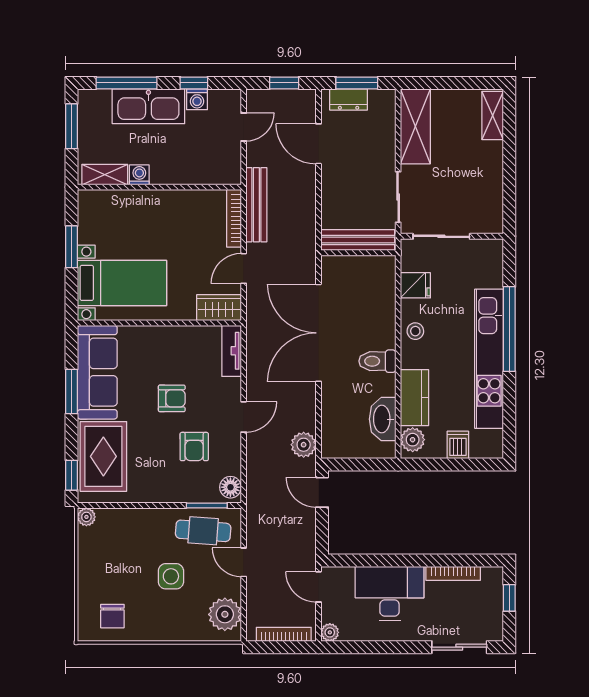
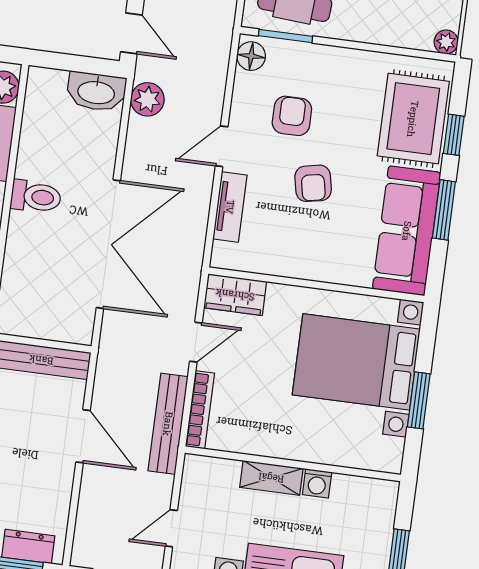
door: (319, 144) -> (83, 436), moved
shelving: (105, 175) -> (271, 478), moved
bed with nightstands: (122, 283) -> (356, 362), width x1.36
tv unit: (232, 351) -> (230, 207), moved
armchair: (172, 398) -> (313, 183), turned -101
washbasin: (383, 419) -> (96, 92), moved, turned 90
window: (72, 475) -> (454, 135), moved

